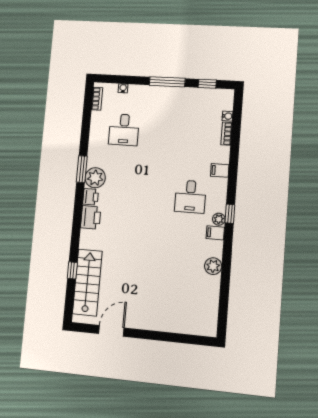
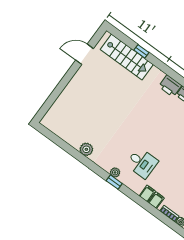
desk: (190, 197) -> (142, 163), turned 180
filing cabinet: (215, 233) -> (156, 200), moved
door: (111, 331) -> (85, 54), swing flipped

